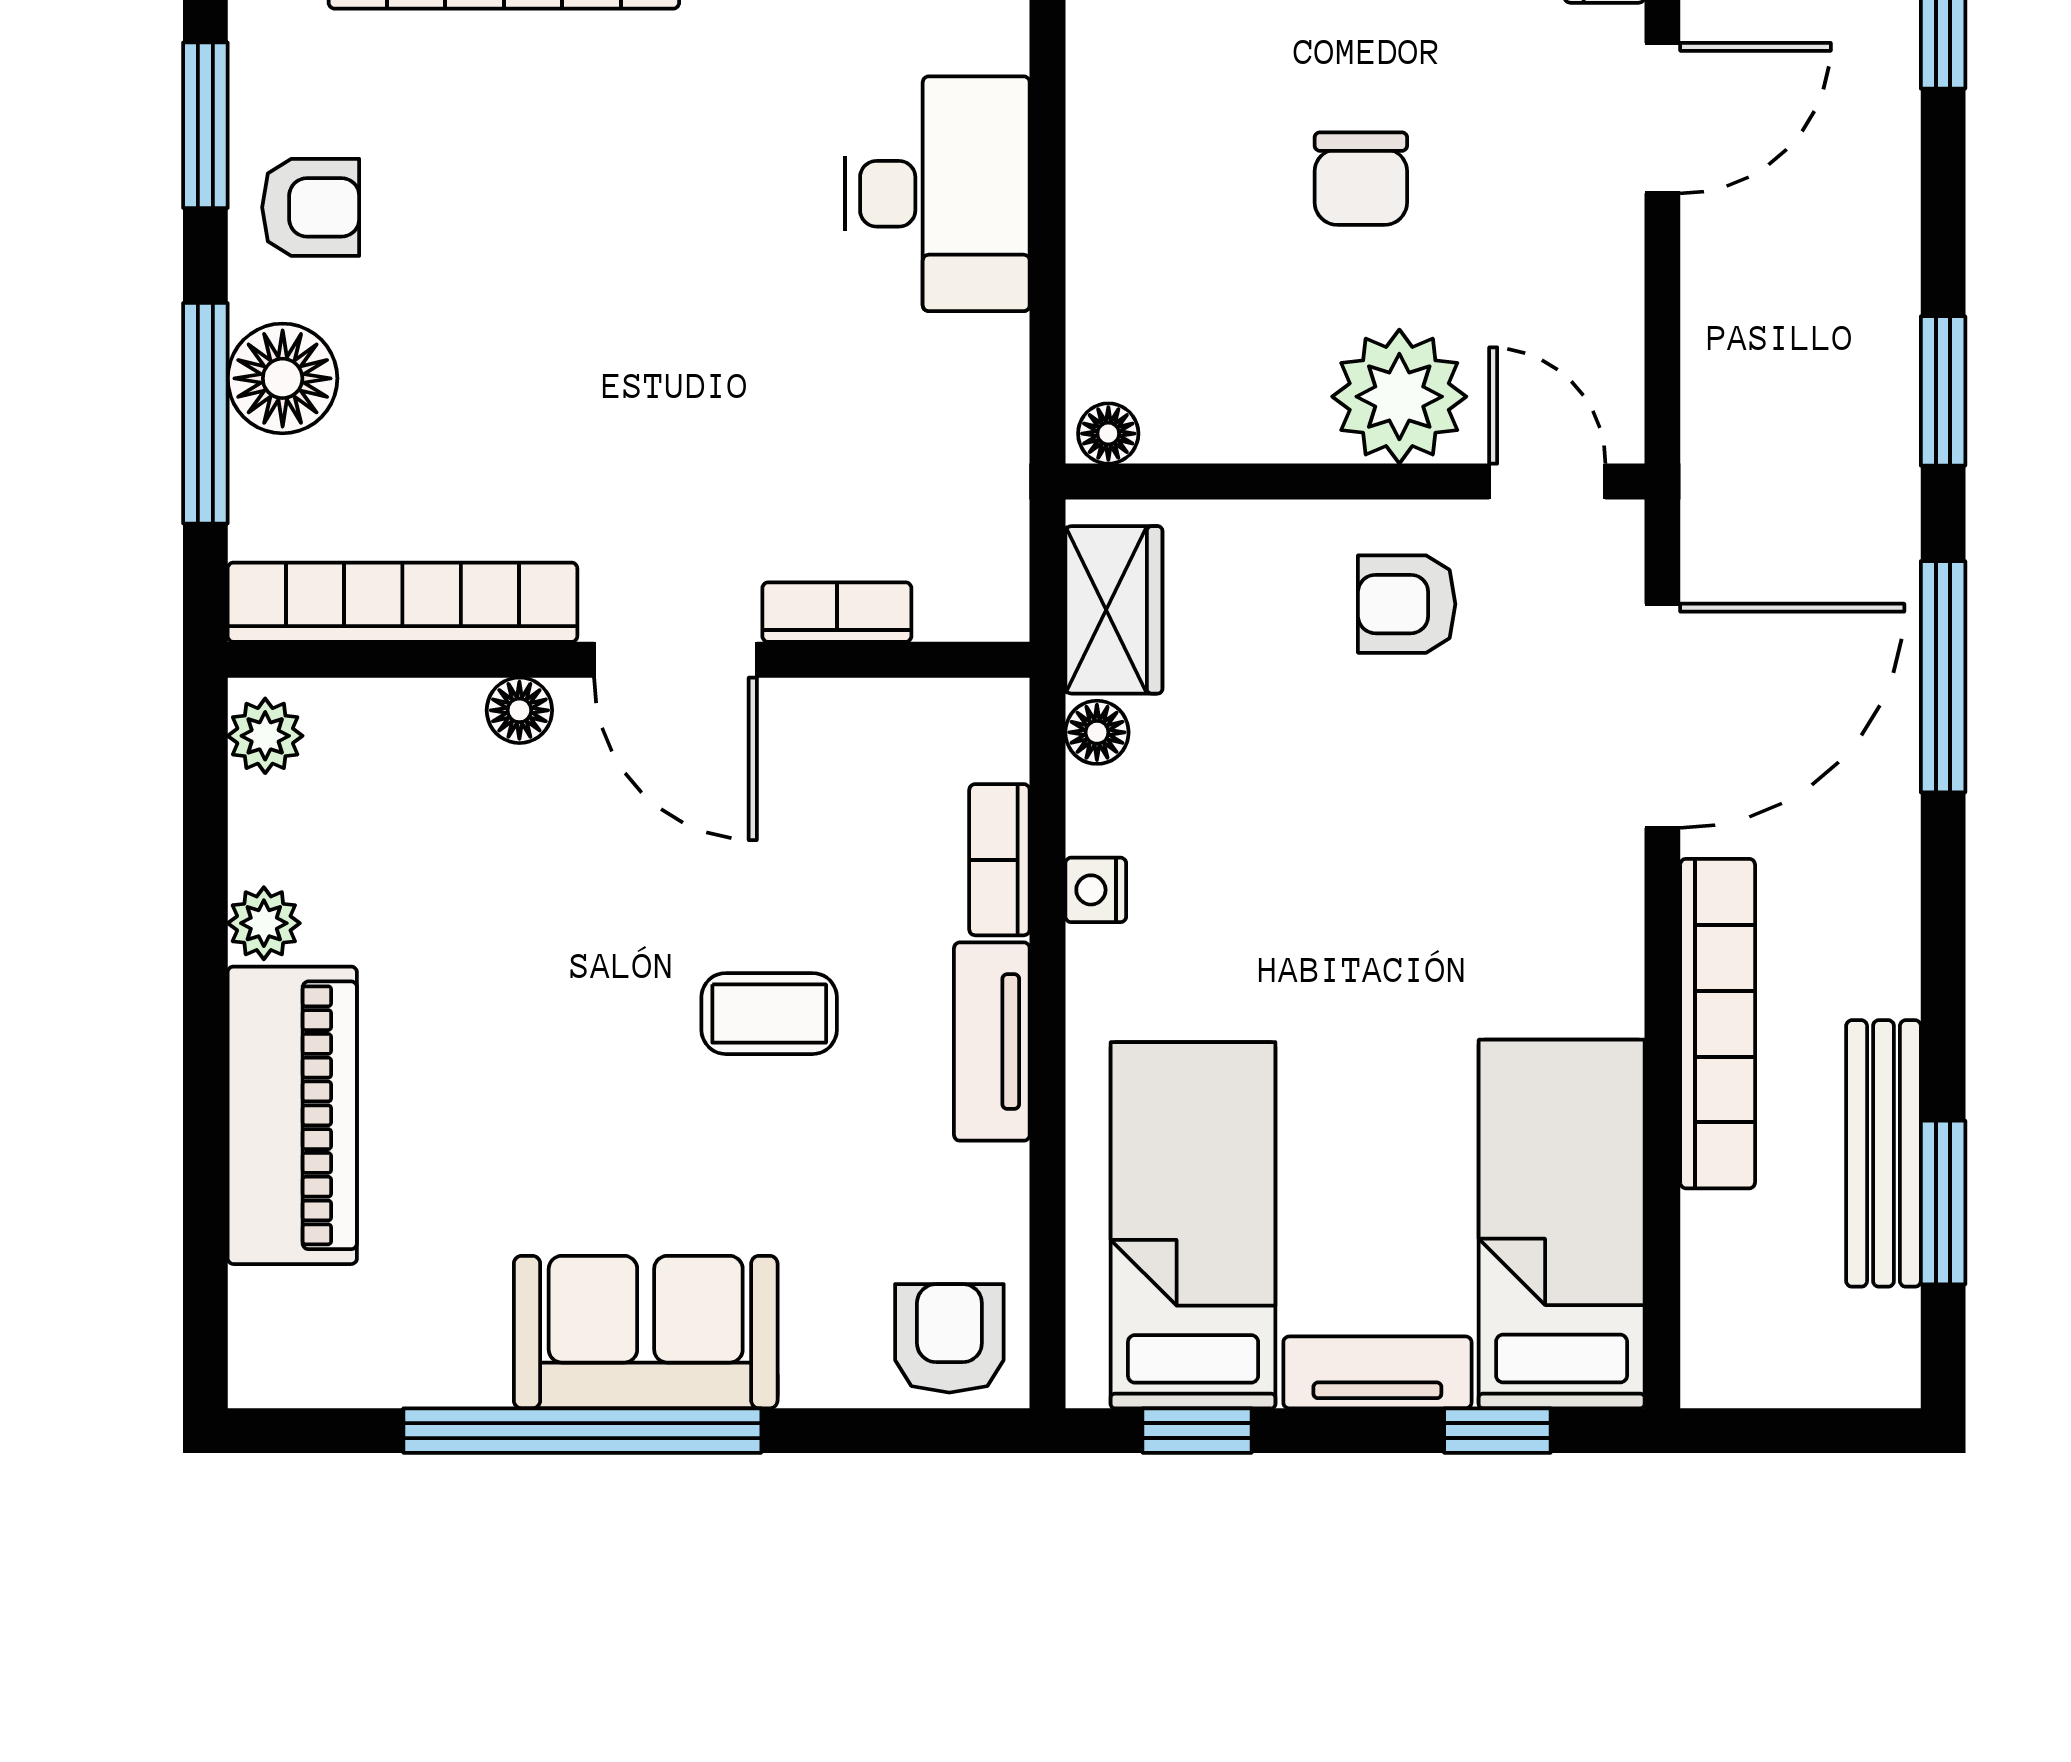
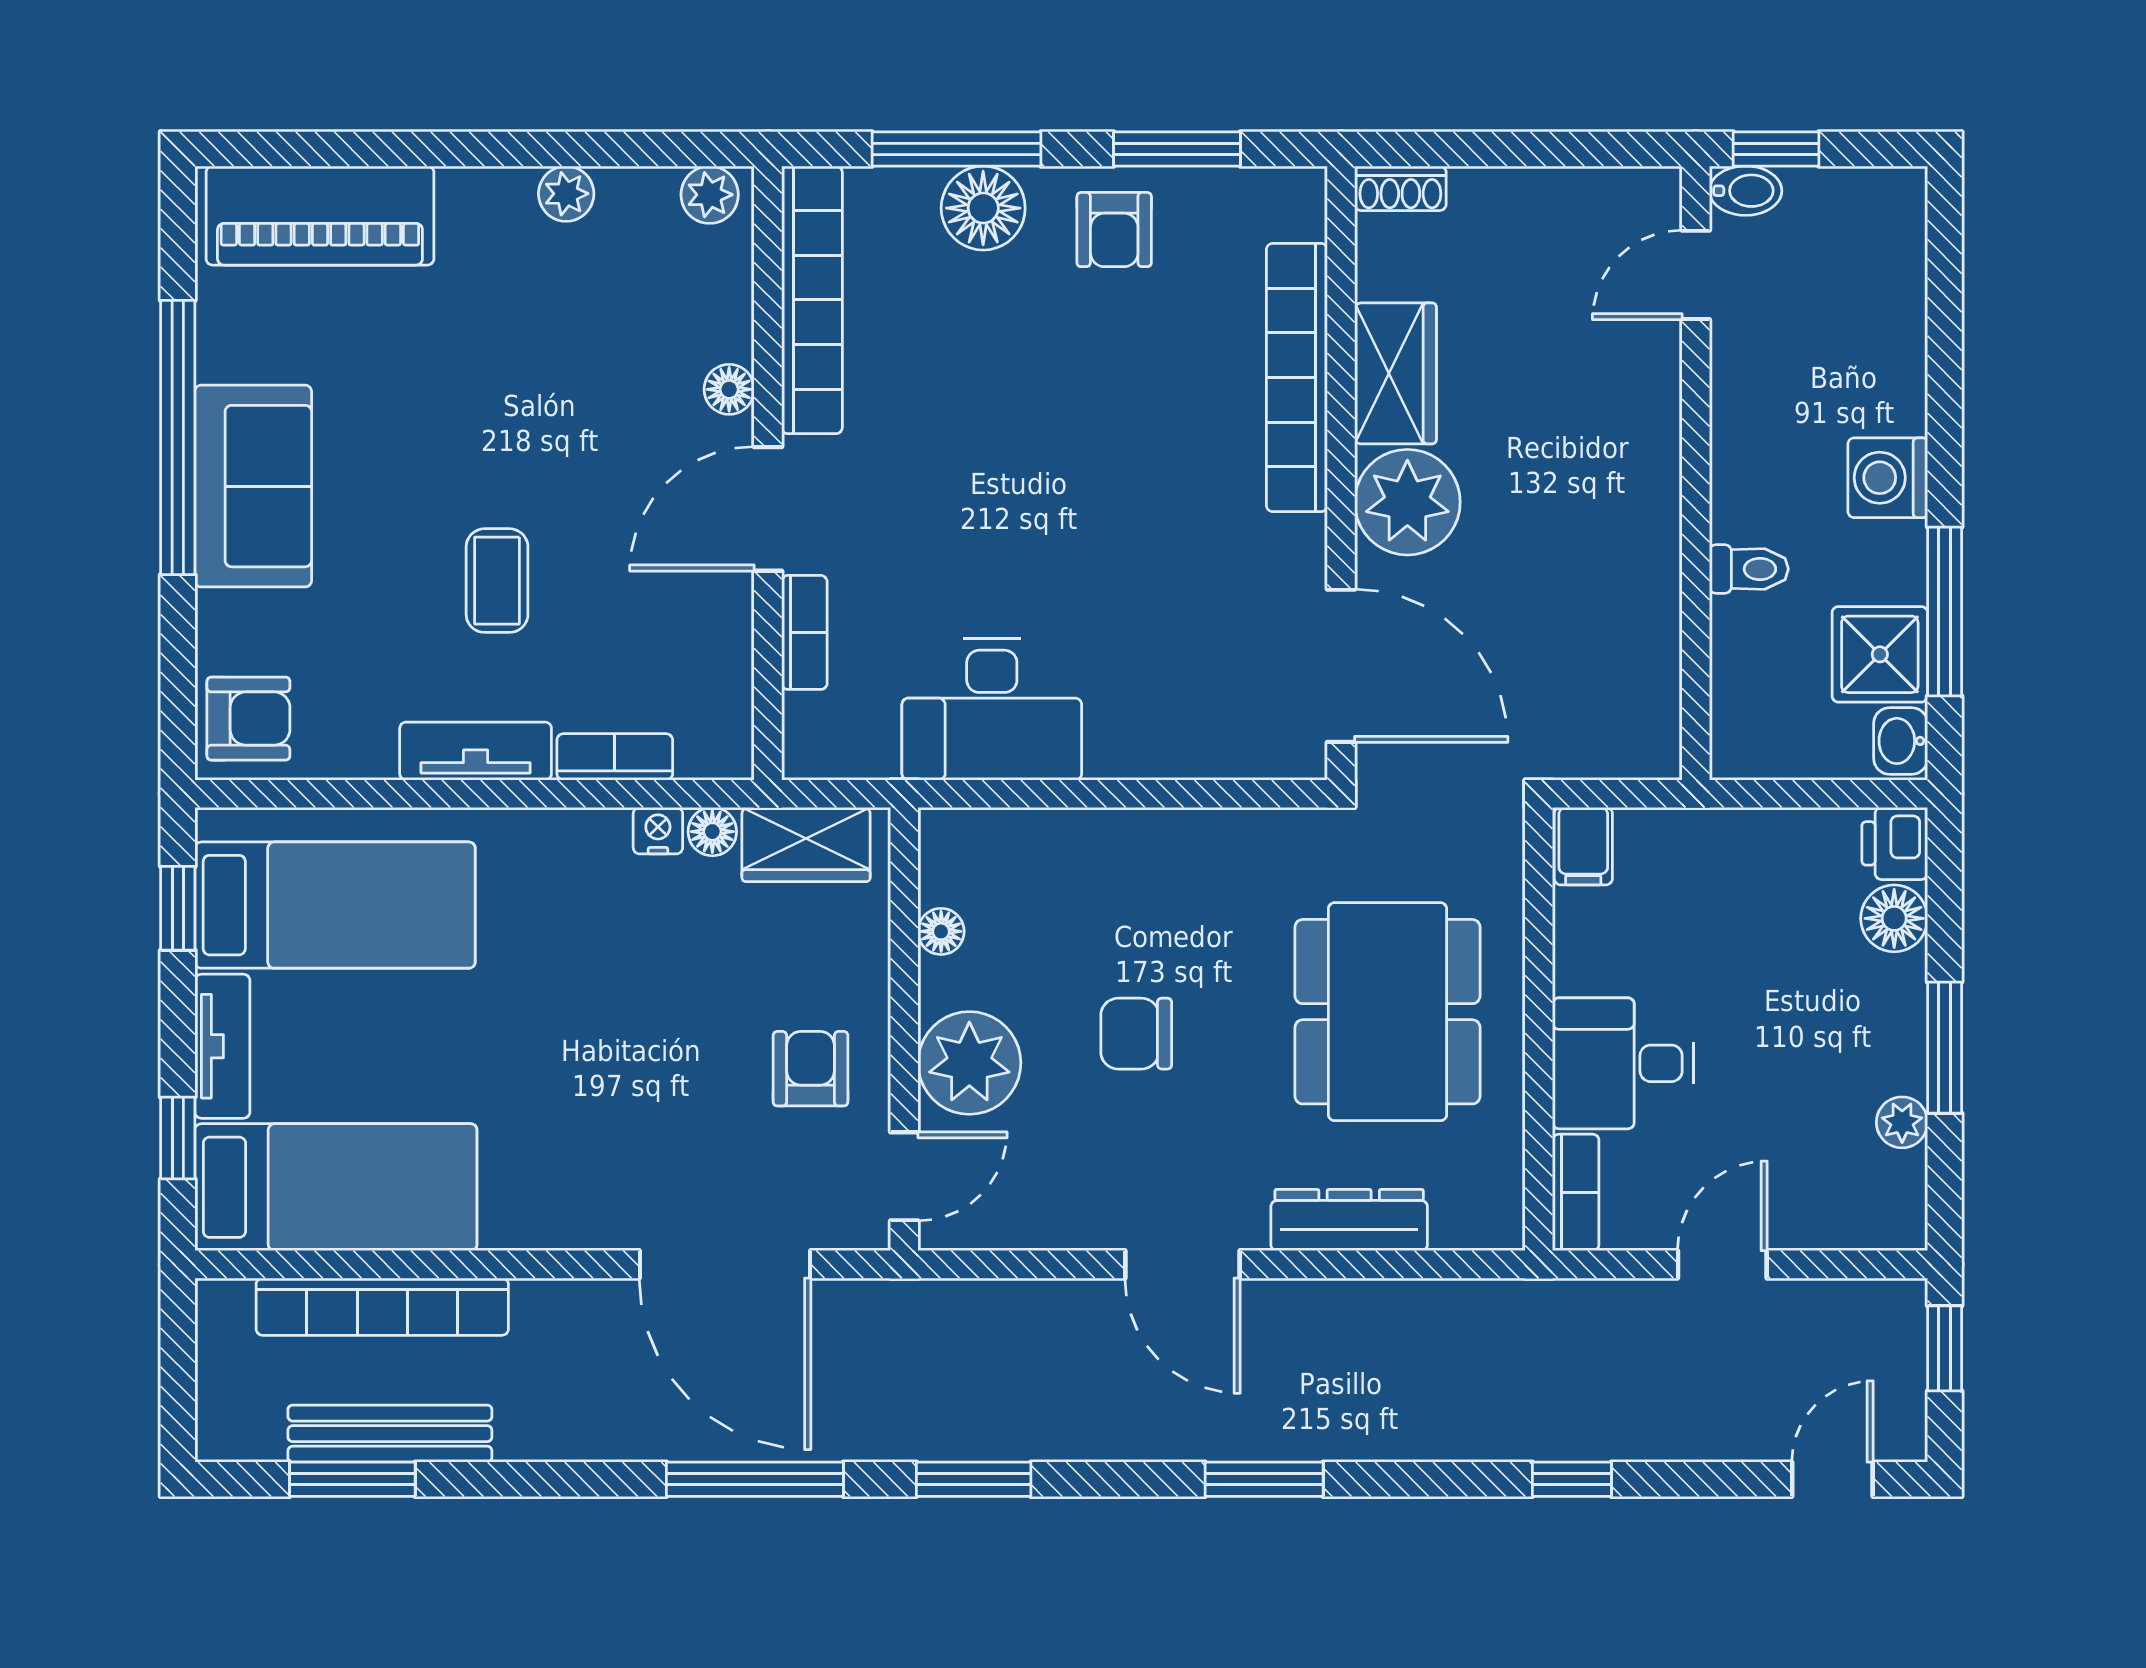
desk: (937, 194) -> (992, 709), moved
floor lamp: (1108, 434) -> (941, 931), moved
nightstand: (1096, 890) -> (658, 831), moved
bookcase: (1718, 1024) -> (382, 1307), moved
piano: (292, 1115) -> (320, 216), moved

